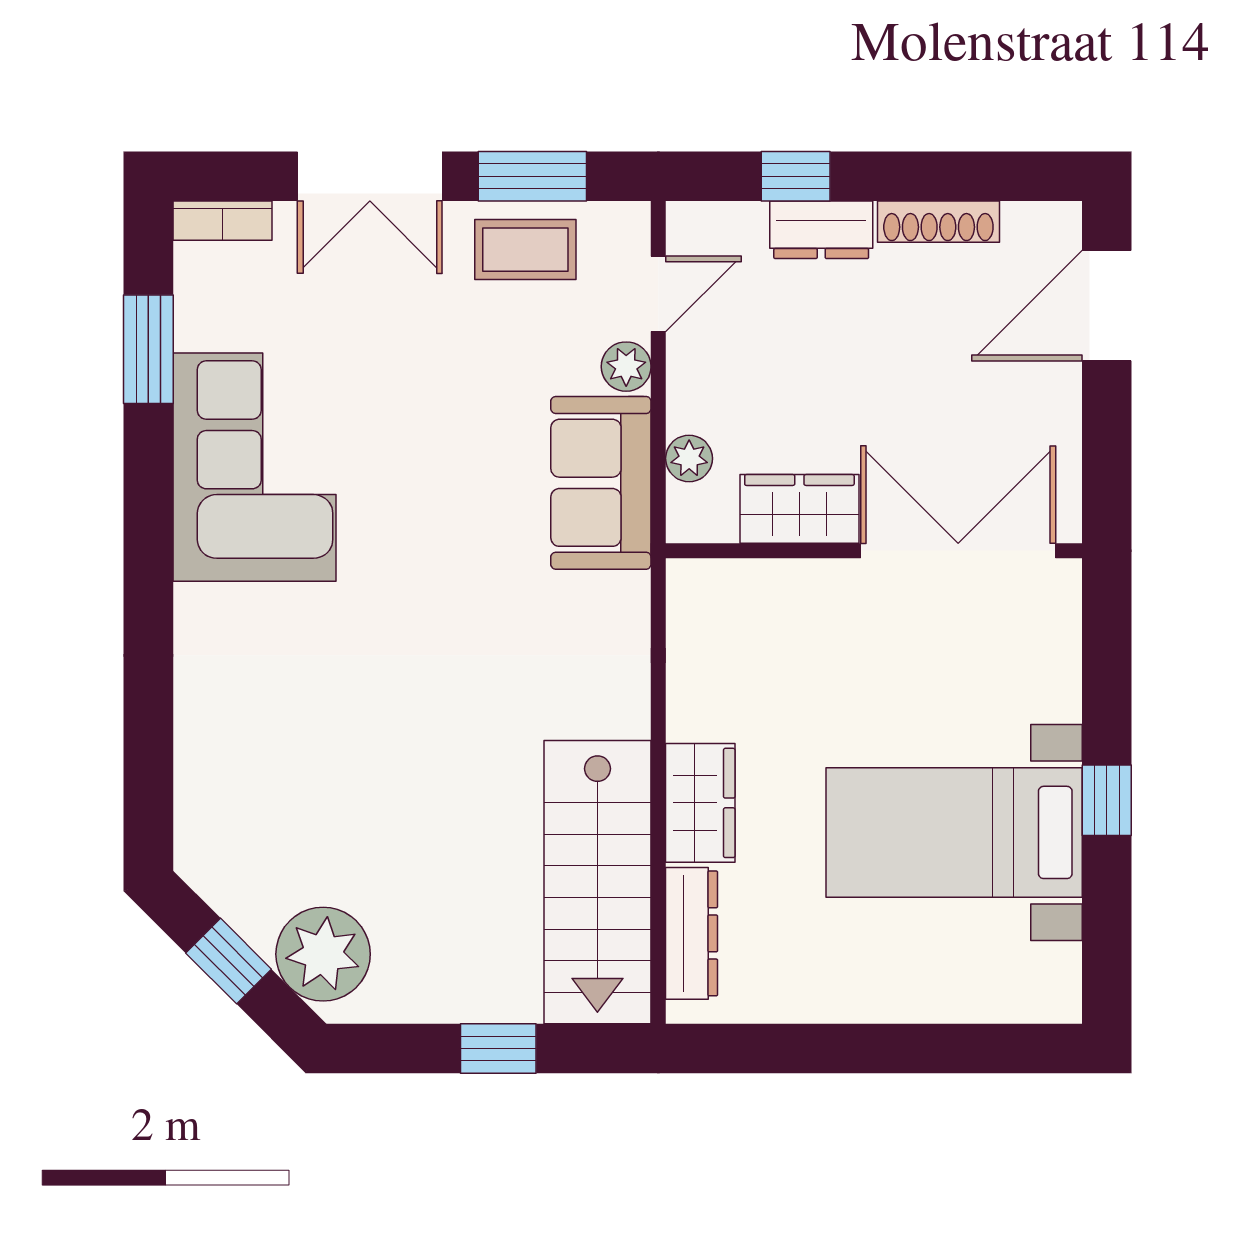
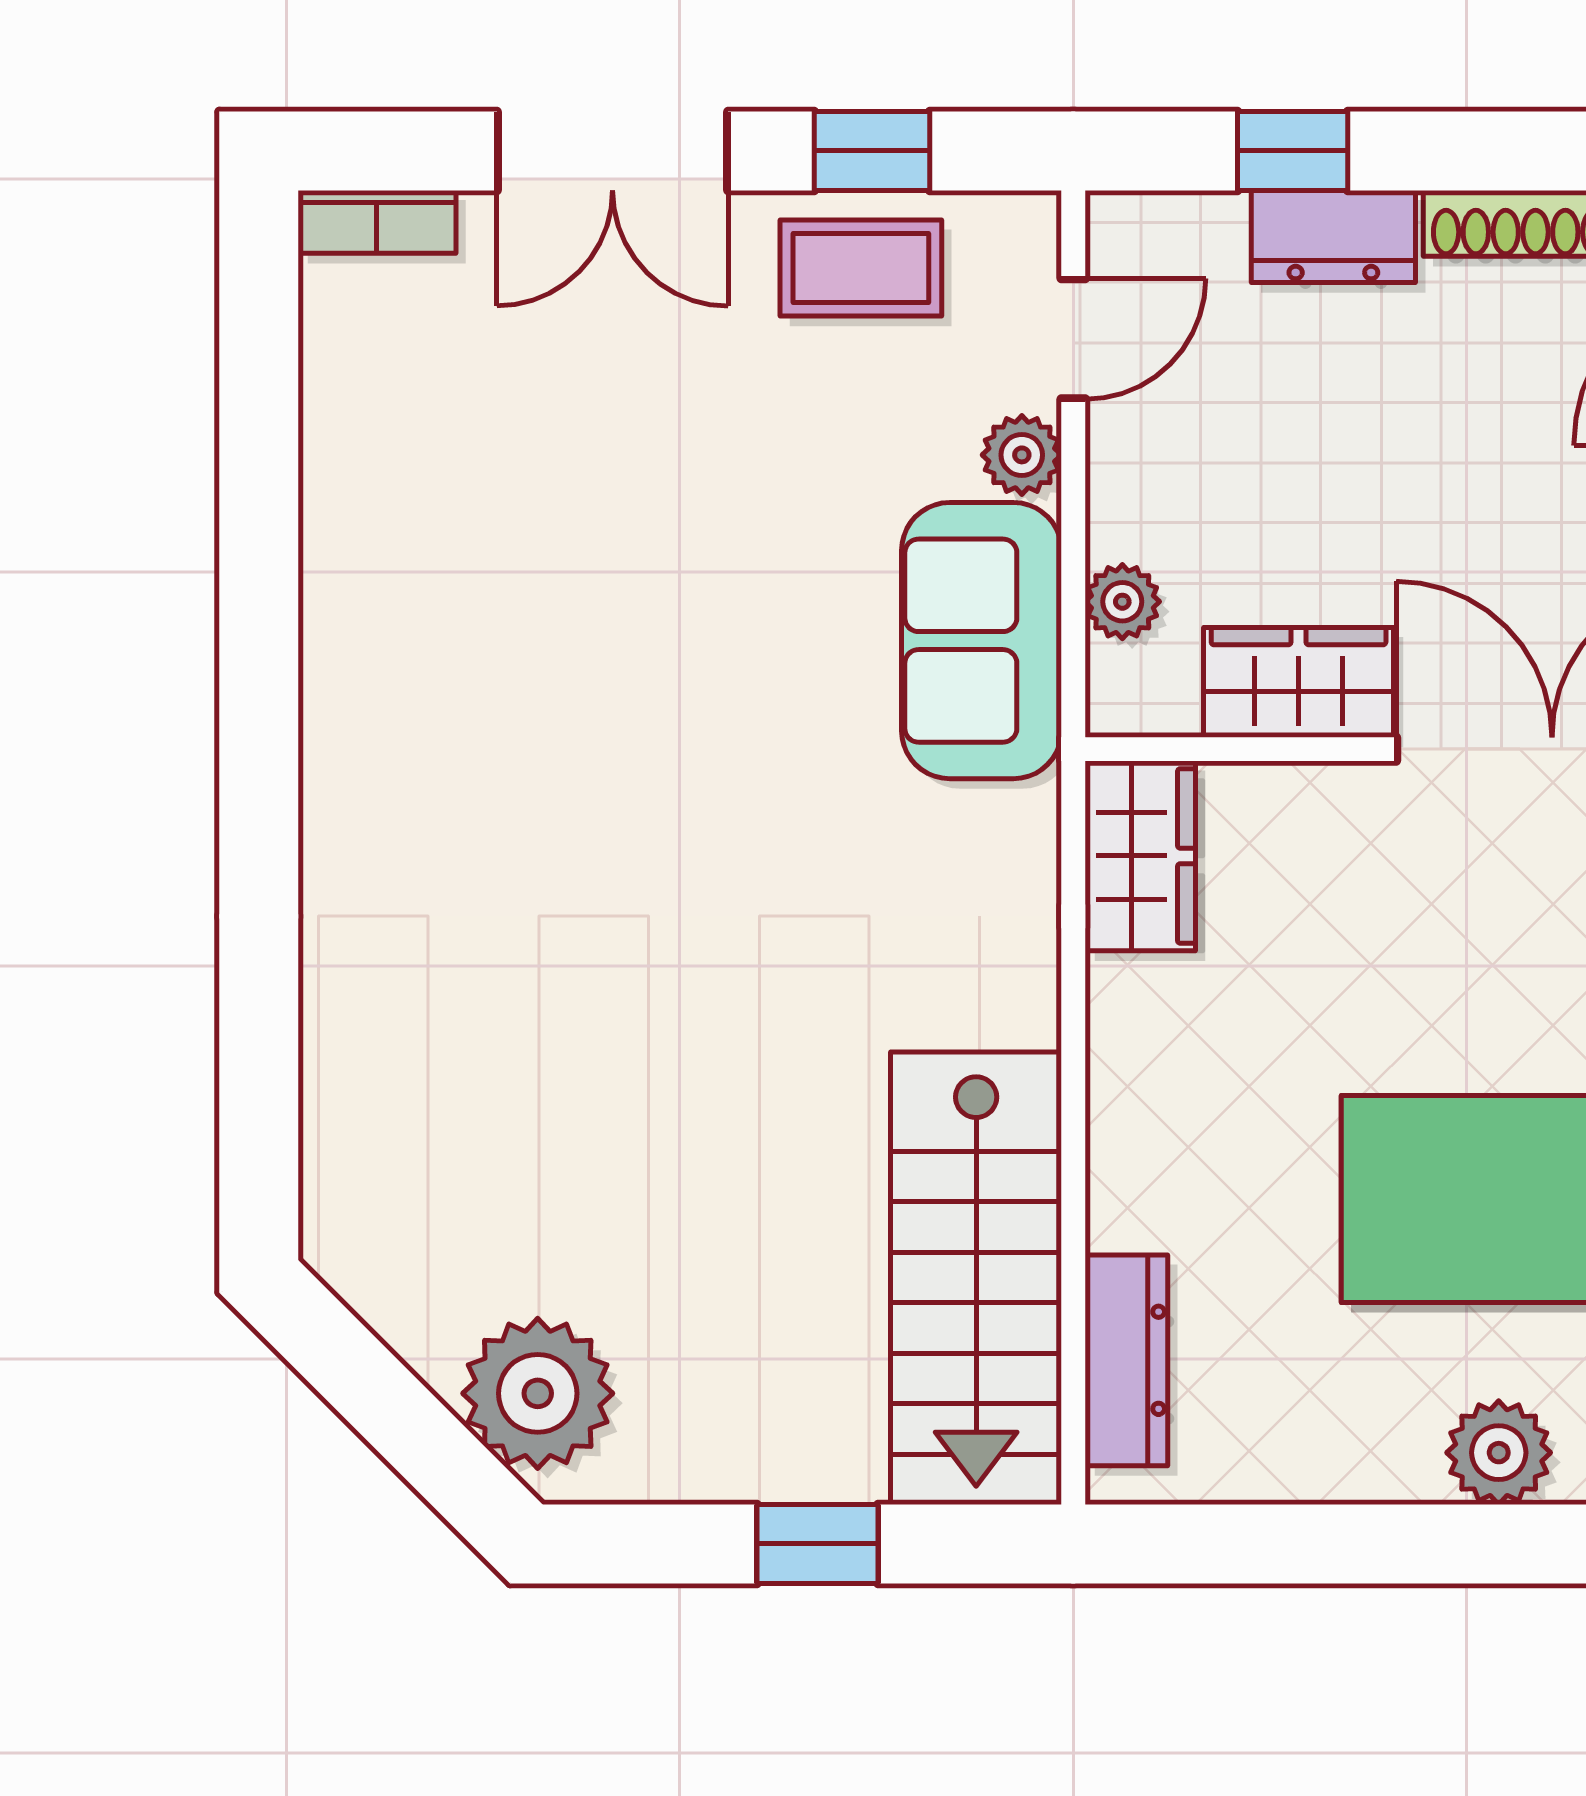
window: (532, 176) -> (872, 151), width x0.67
window: (148, 349) -> (259, 427), removed
corner sofa: (254, 467) -> (428, 615), removed
wardrobe: (700, 803) -> (1140, 856), moved
window: (229, 961) -> (387, 1404), removed
plant: (925, 991) -> (1499, 1453), added

